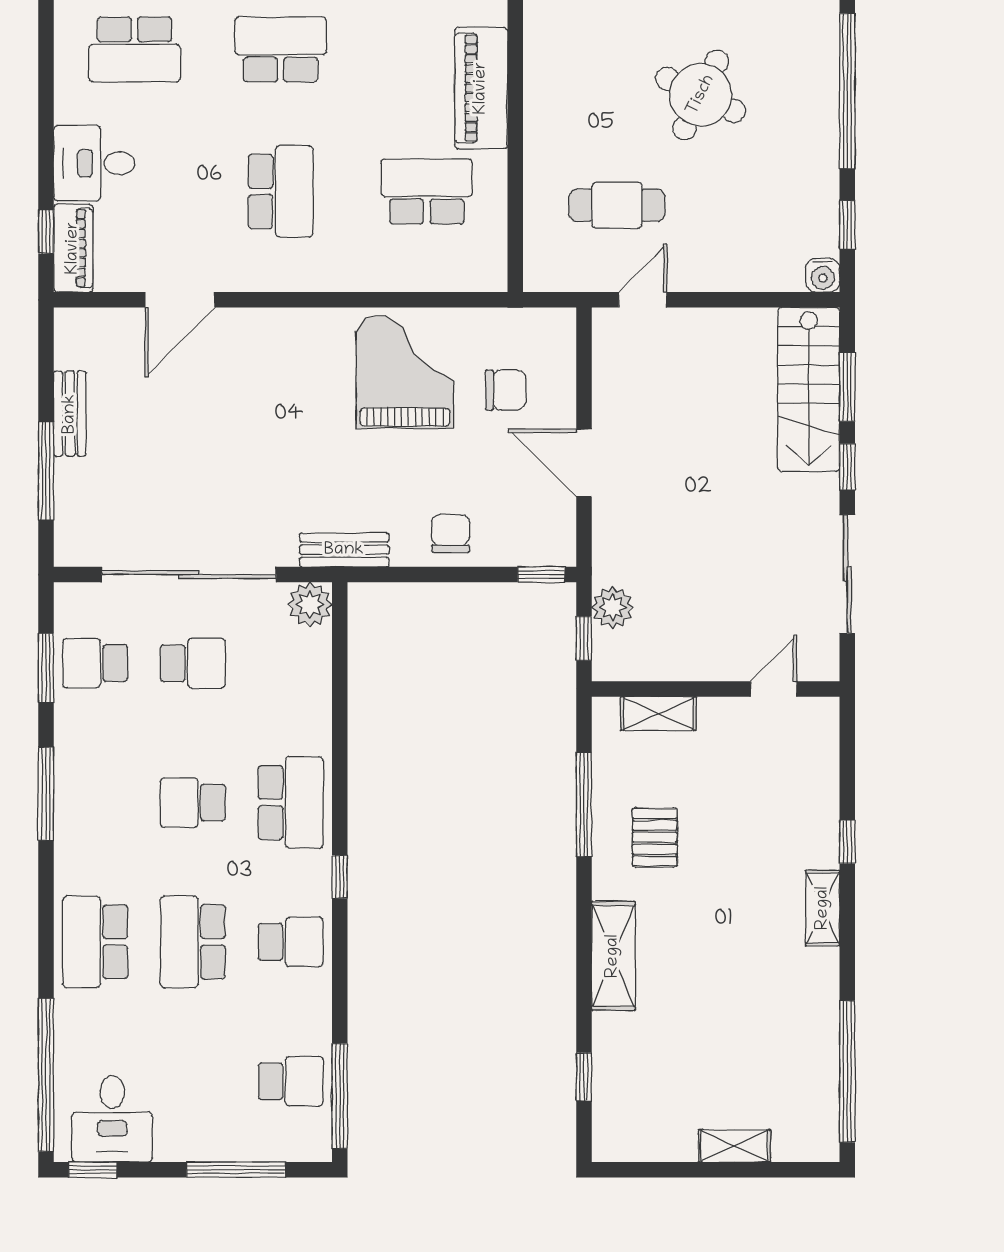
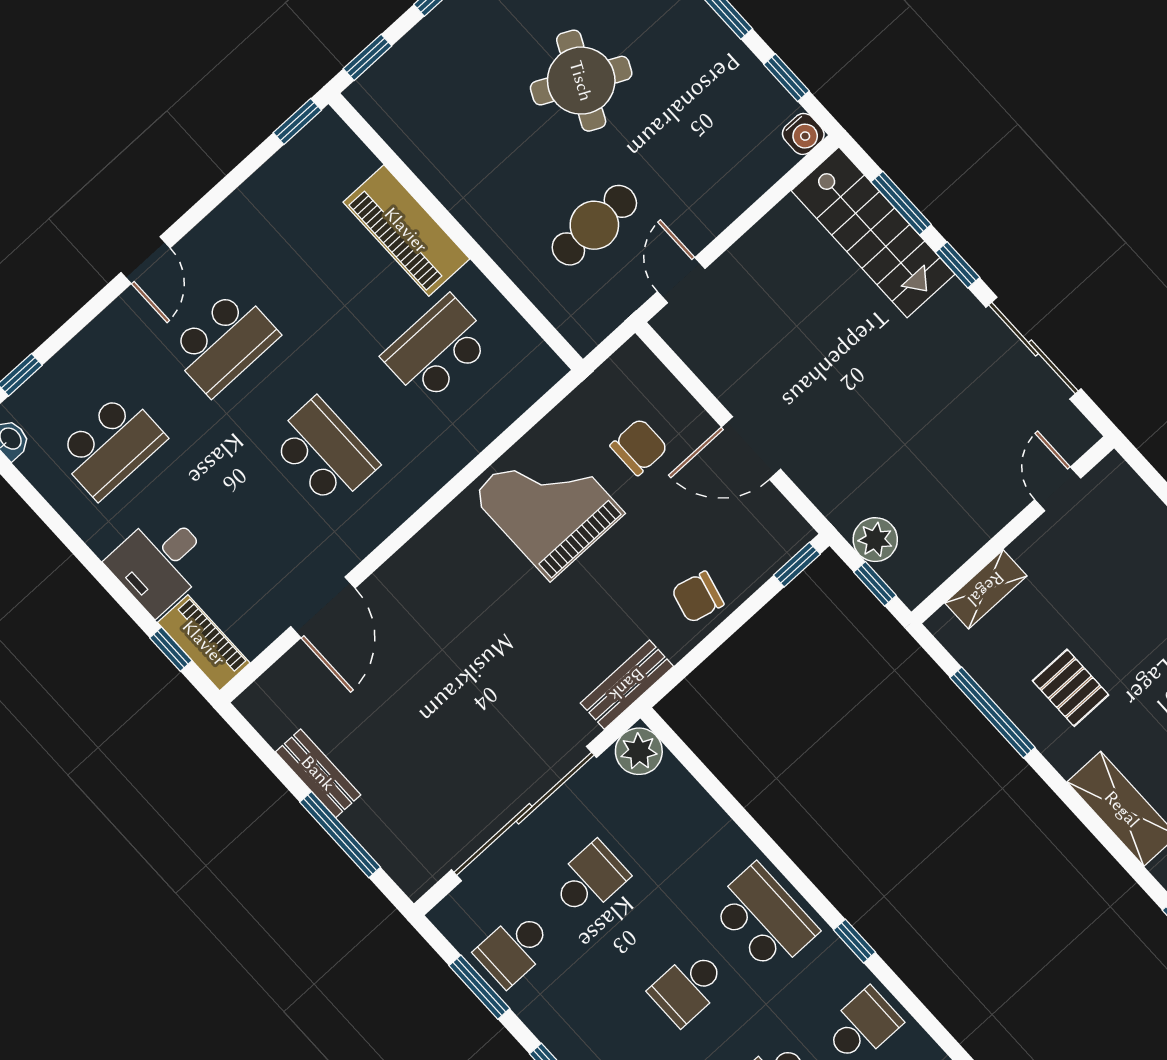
school desk: (281, 49) -> (224, 342), turned 180
chair: (451, 534) -> (698, 597), turned -76

